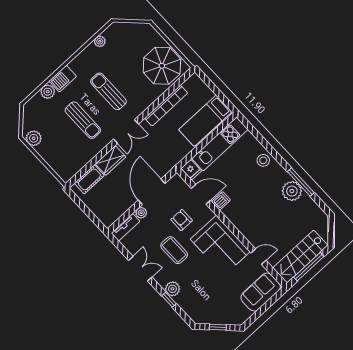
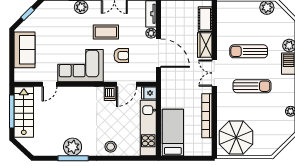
sofa: (261, 292) -> (25, 50), moved

